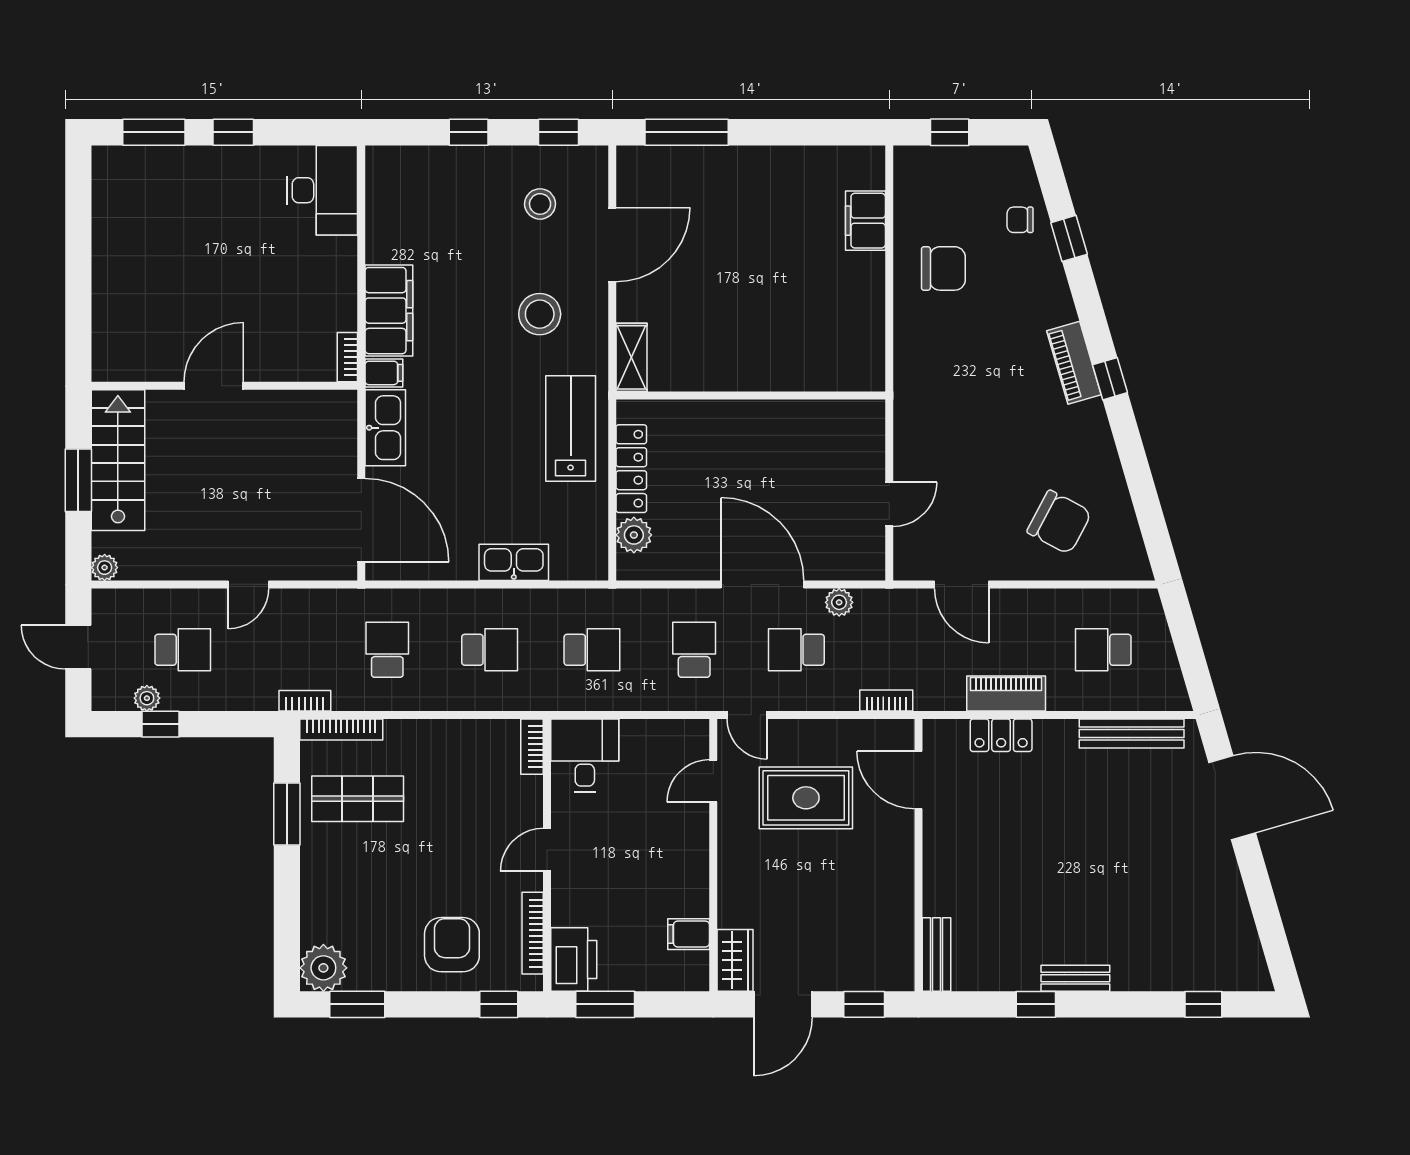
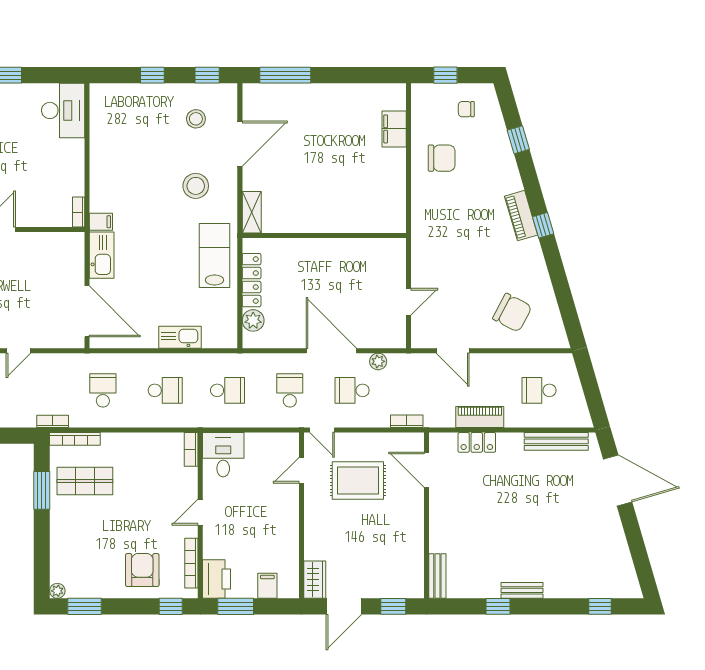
chair: (1020, 220) -> (466, 109), moved
filing cabinet: (389, 311) -> (104, 184), removed
filing cabinet: (689, 934) -> (267, 586), moved, turned 90
plant: (323, 968) -> (57, 591), width x0.53, depth x0.53

